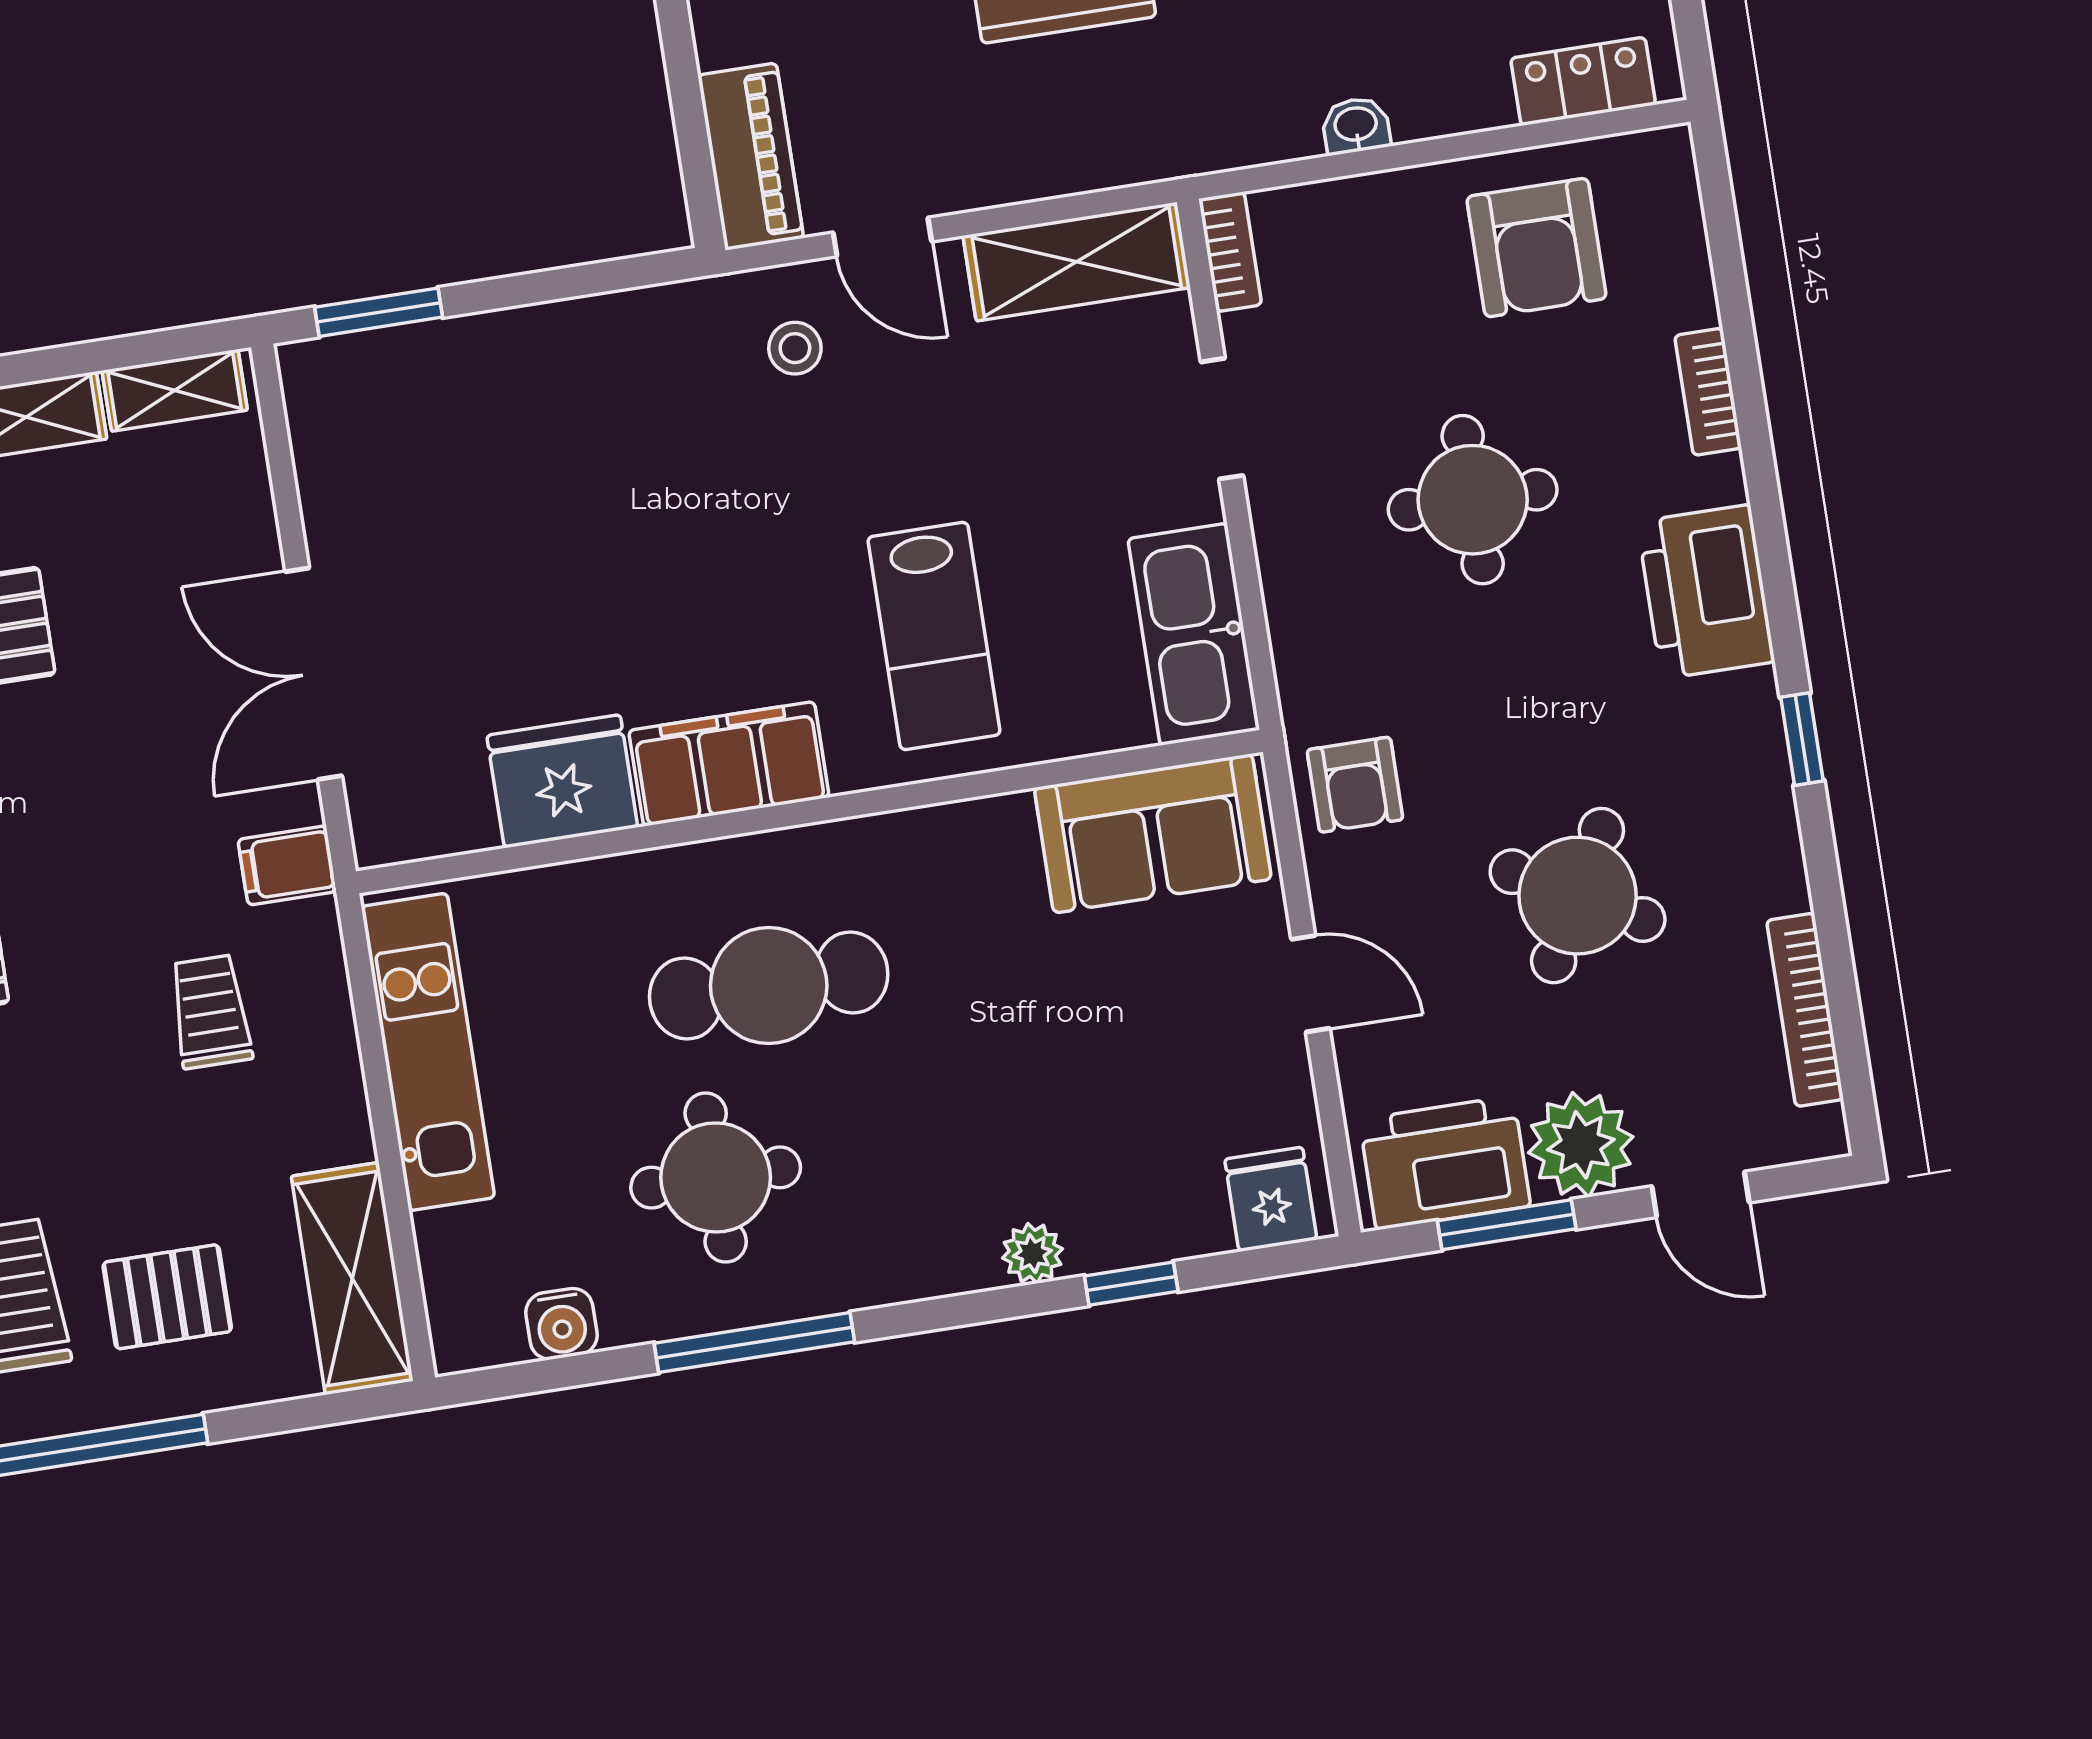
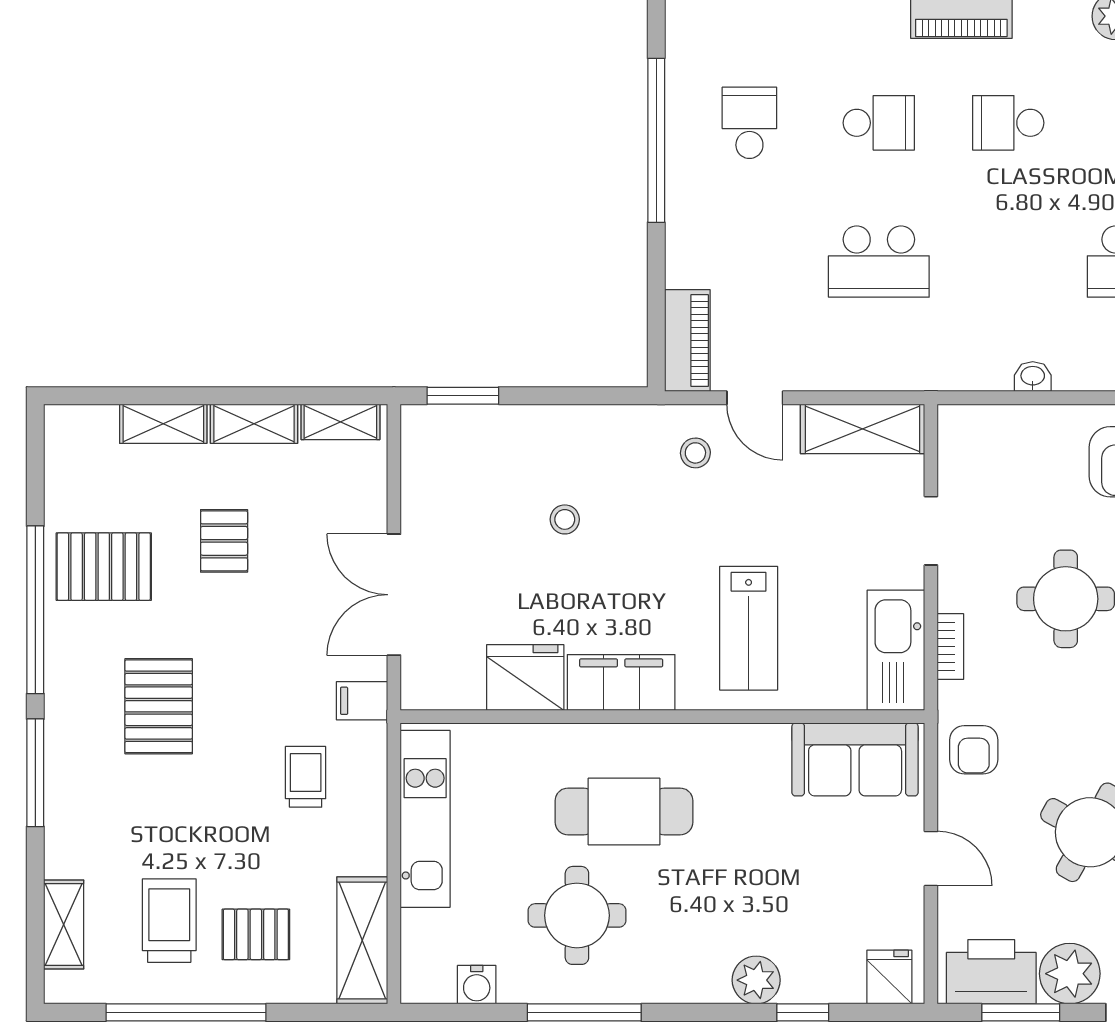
bookcase: (1230, 252) -> (950, 647), moved
stool: (588, 498) -> (565, 519), added
plant: (1032, 1253) -> (756, 980), width x1.38, depth x1.38

